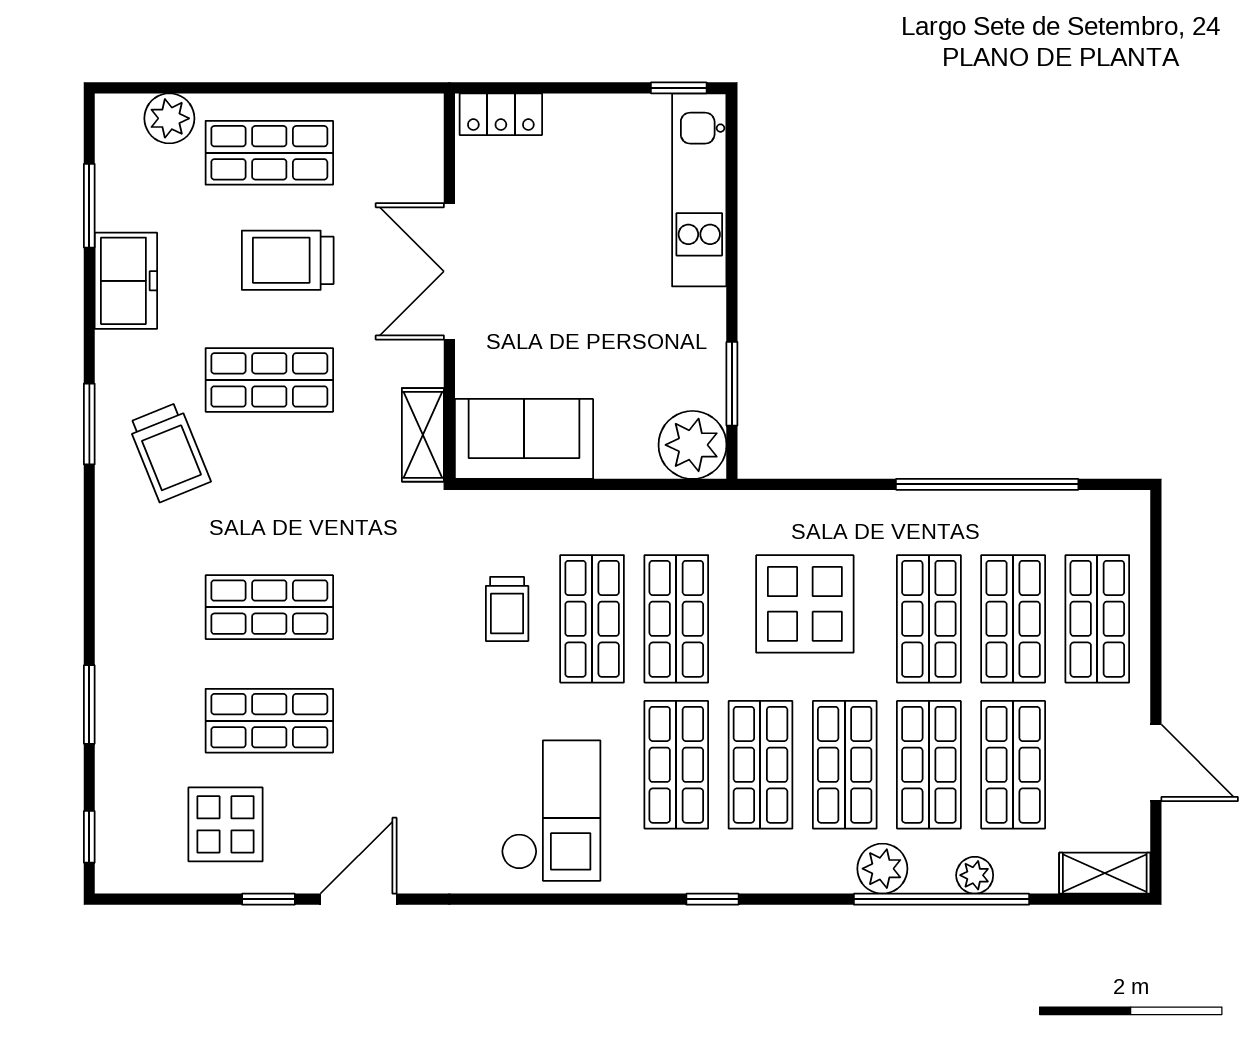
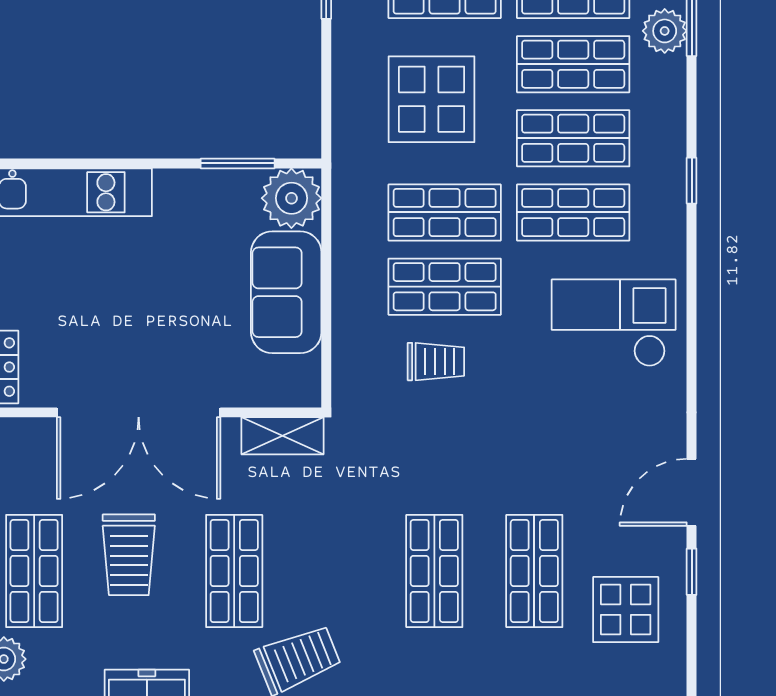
double door: (449, 271) -> (139, 412), width x1.36
sofa: (524, 439) -> (286, 292), moved
door: (358, 899) -> (692, 492), hinge flipped

